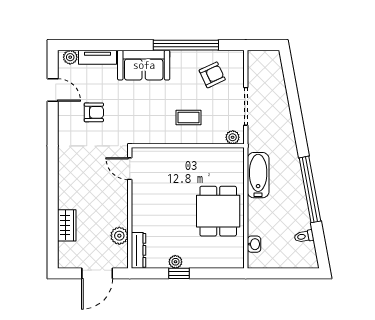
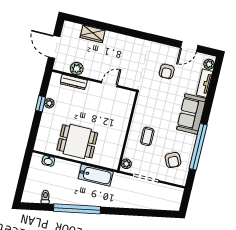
door: (130, 169) -> (109, 84), moved
dresser: (139, 250) -> (74, 82), moved

